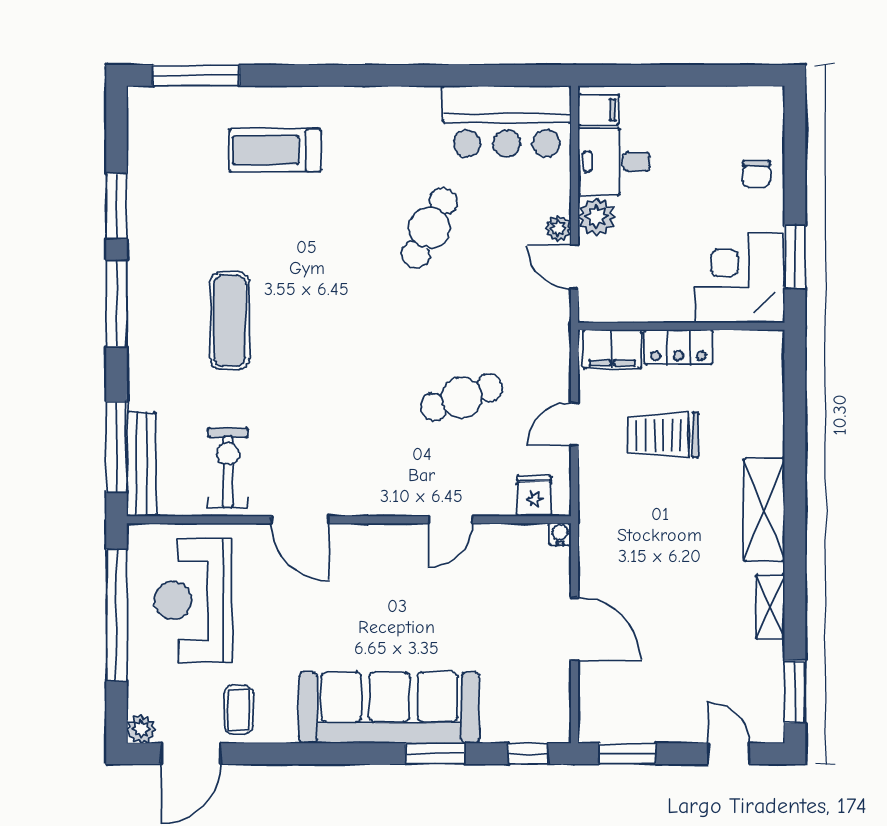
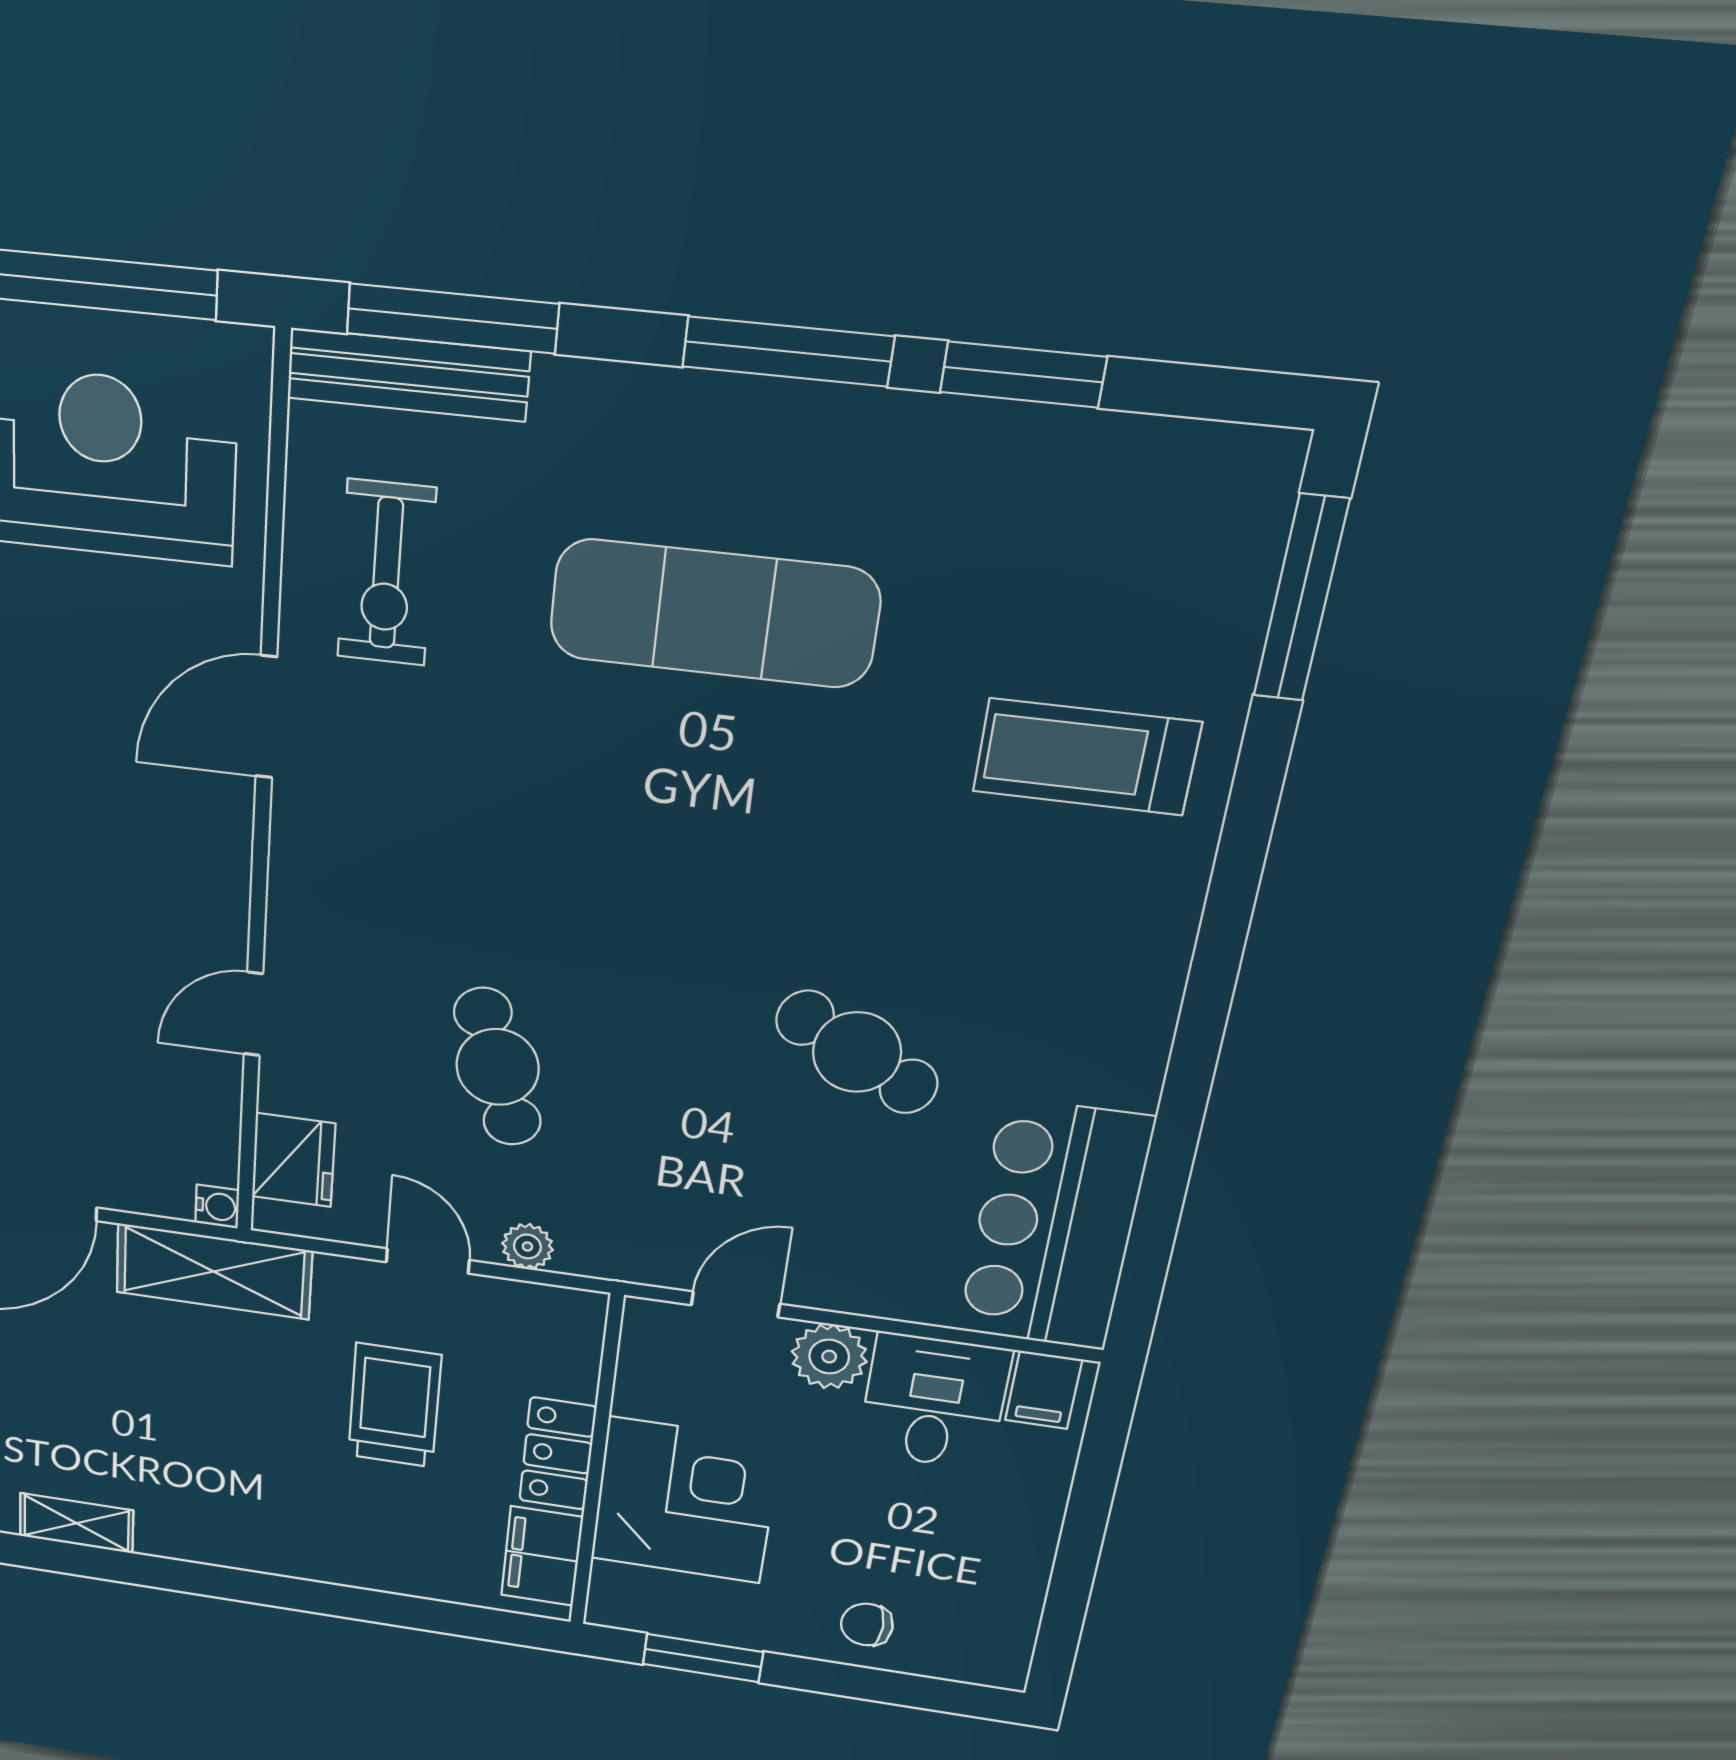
treadmill: (275, 150) -> (1086, 757), turned -90
plant: (558, 228) -> (527, 1246), moved
corner desk: (740, 278) -> (685, 1500), moved
exercise mat: (230, 321) -> (714, 613), width x1.36, depth x1.45
filing cabinet: (612, 349) -> (542, 1556), moved
exercise bike: (228, 468) -> (386, 573), turned 90
fridge: (534, 496) -> (293, 1160), width x1.38
shelving: (764, 510) -> (214, 1272), moved
door: (450, 520) -> (253, 1014), hinge flipped

